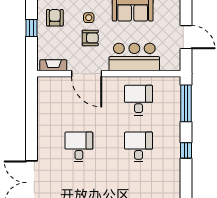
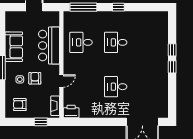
window: (31, 28) -> (41, 122), moved
door: (87, 74) -> (61, 81), width x0.53
printer: (45, 87) -> (71, 111), added

